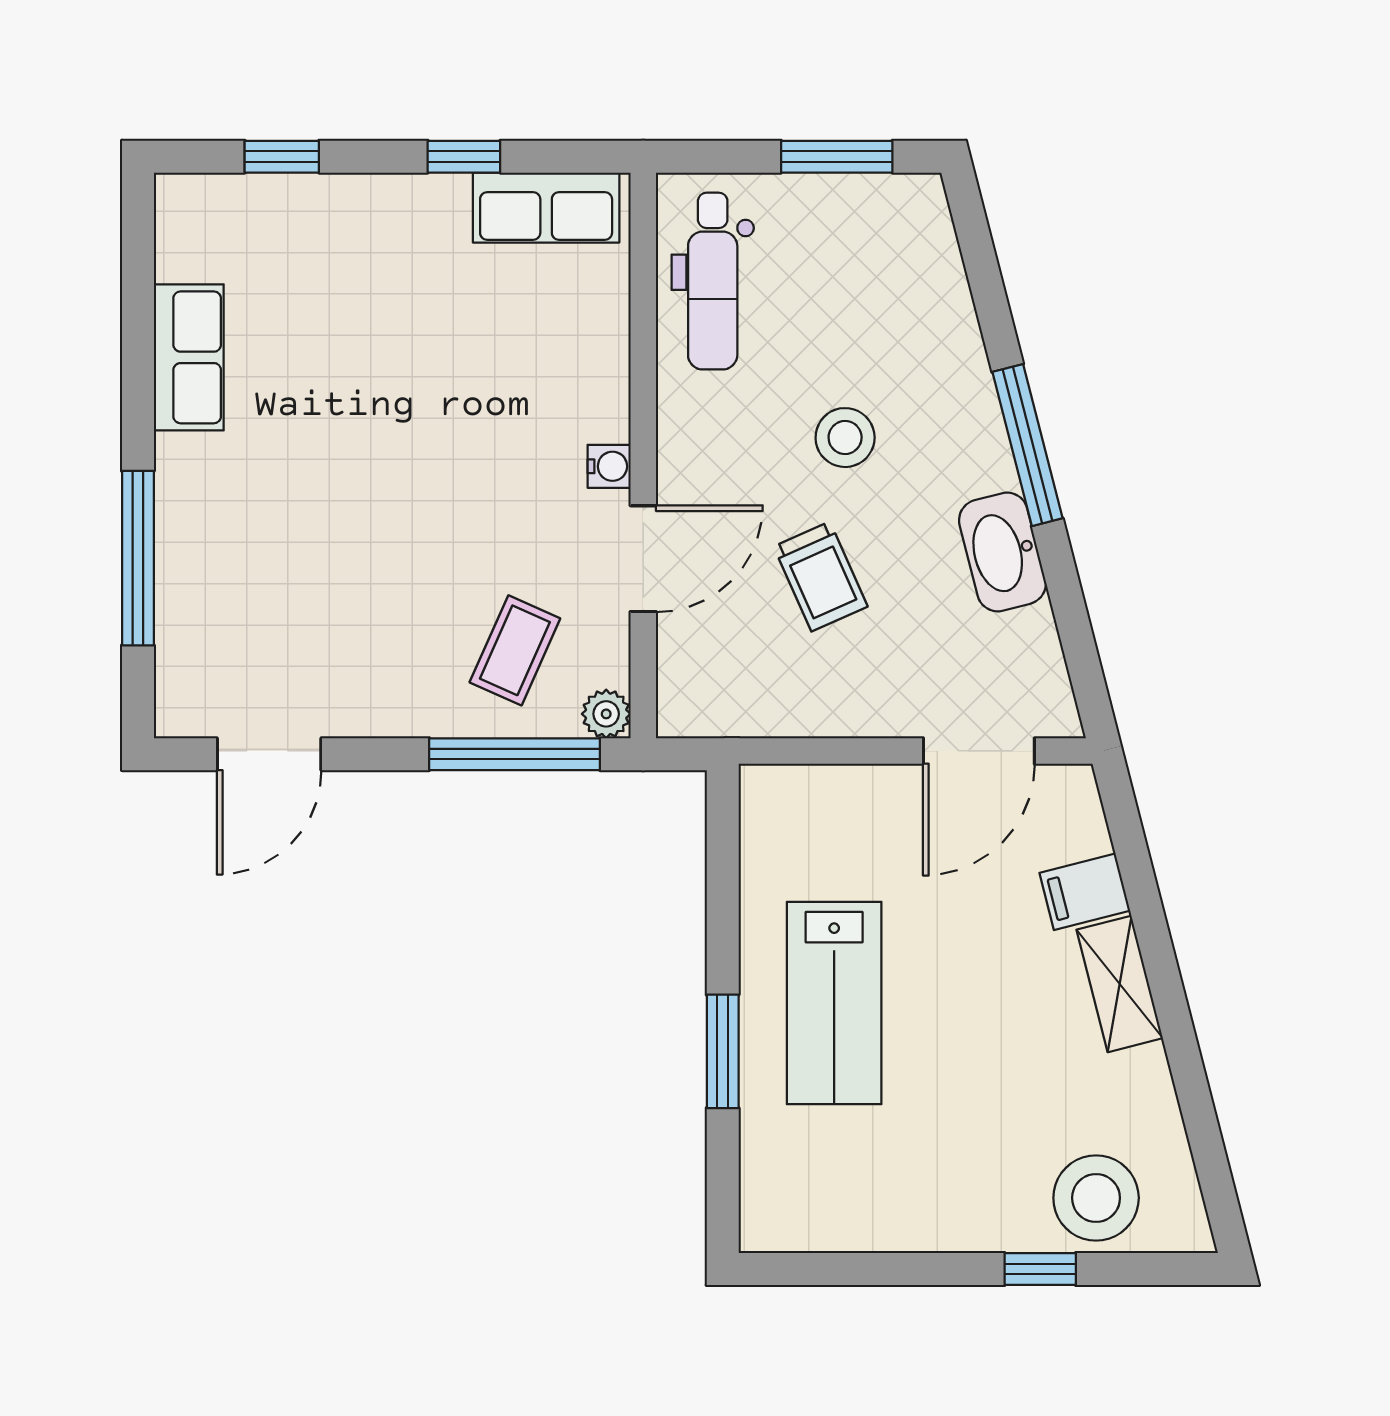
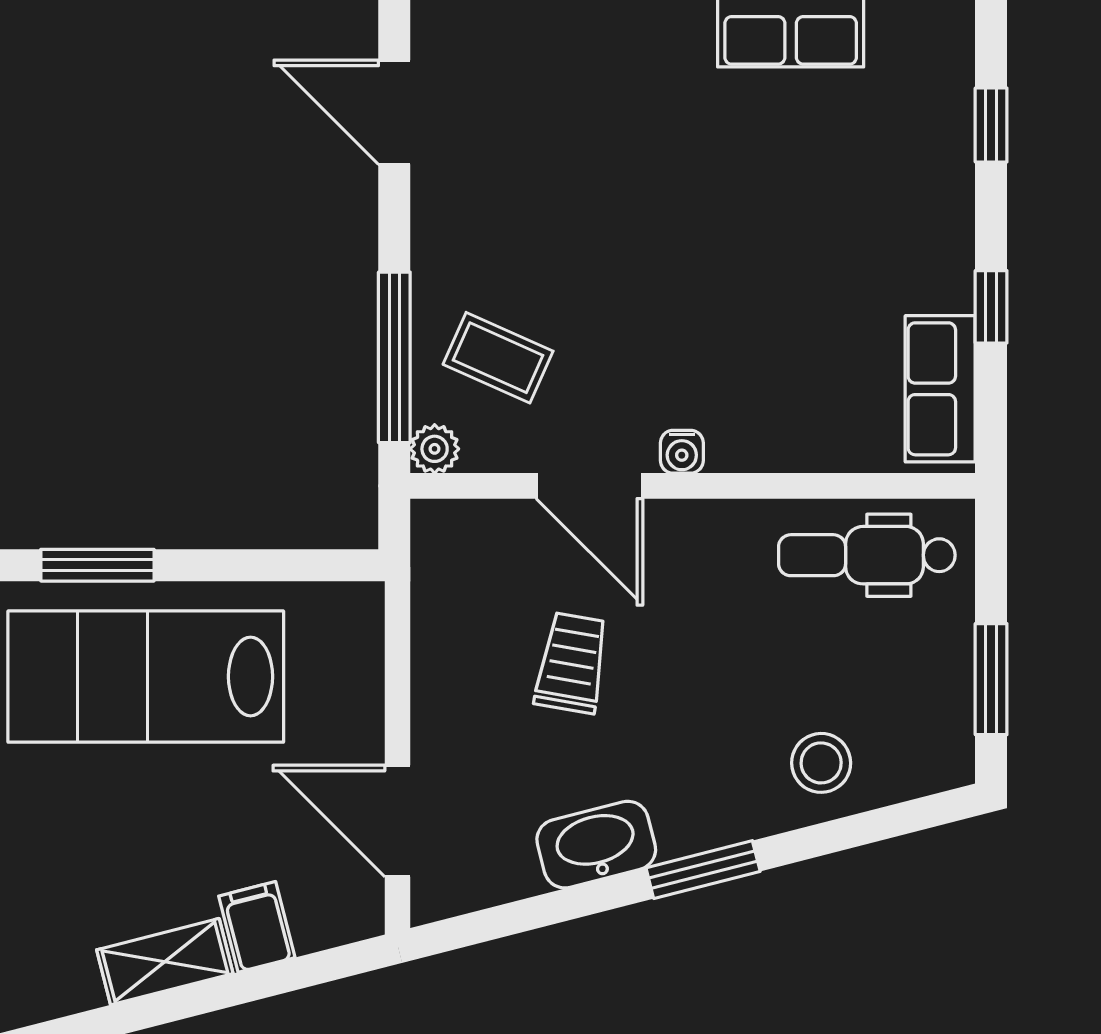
stool: (845, 438) -> (821, 763), moved
window: (1027, 445) -> (703, 870), width x0.69
trolley: (821, 576) -> (572, 663), turned 124
lab bench: (834, 1003) -> (146, 677), width x1.36, depth x1.39

